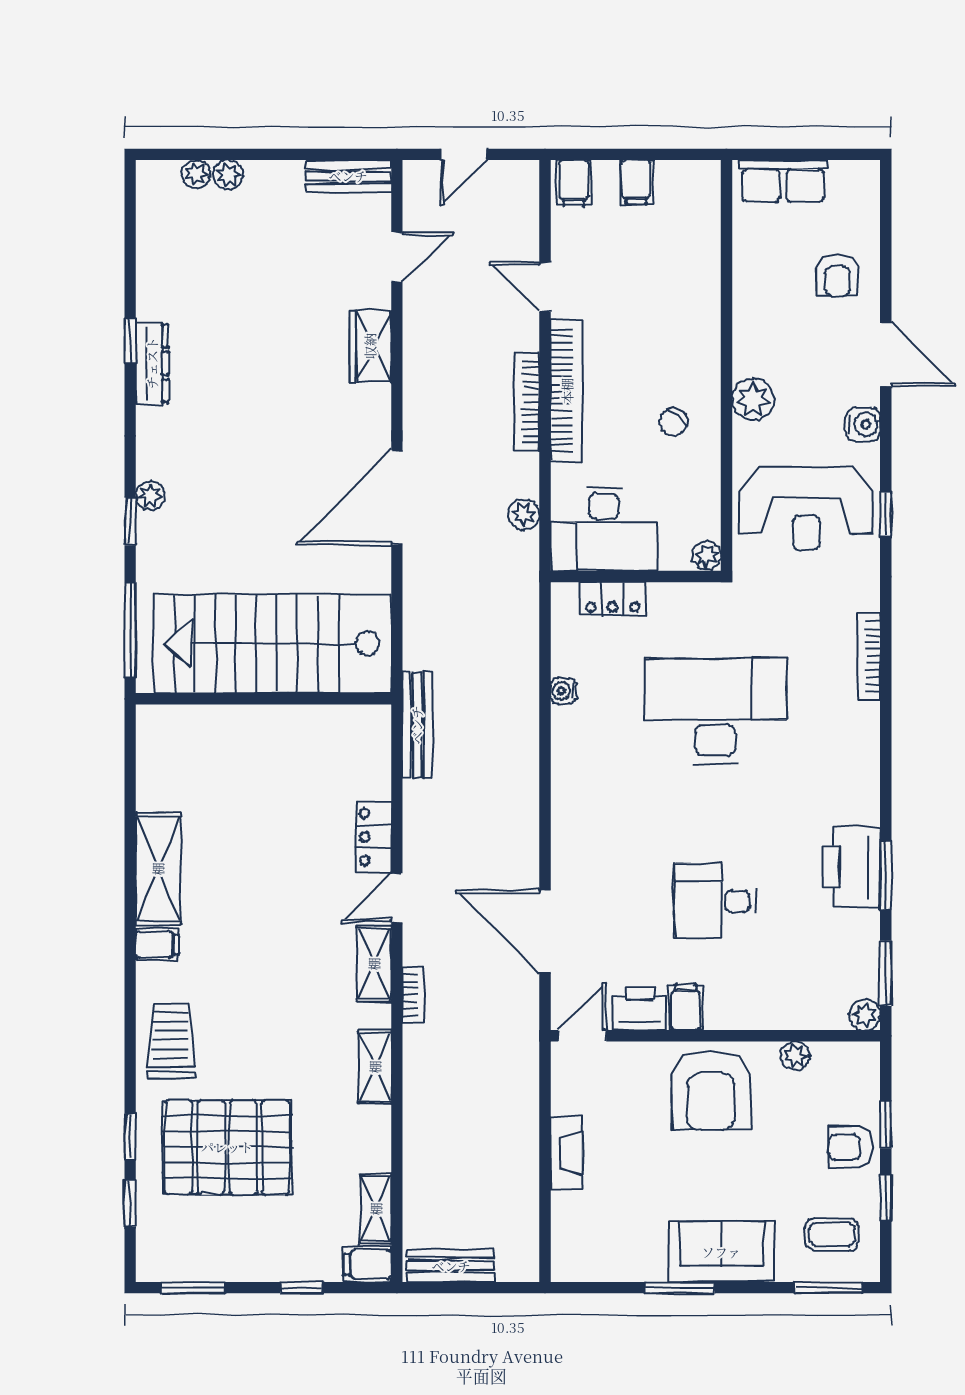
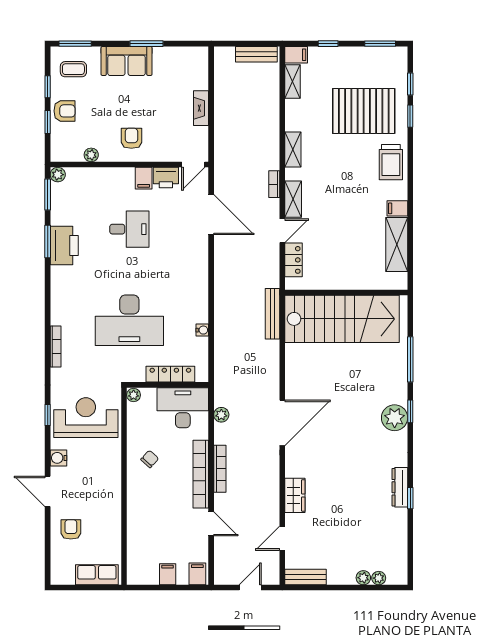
plant: (753, 399) -> (111, 470), removed
plant: (150, 496) -> (395, 418), width x1.87, depth x1.87
locker: (613, 599) -> (170, 374), width x1.53
stairs: (272, 644) -> (342, 319), moved
wall: (264, 699) -> (346, 292), moved
armchair: (711, 1090) -> (131, 138), width x0.53, depth x0.53

